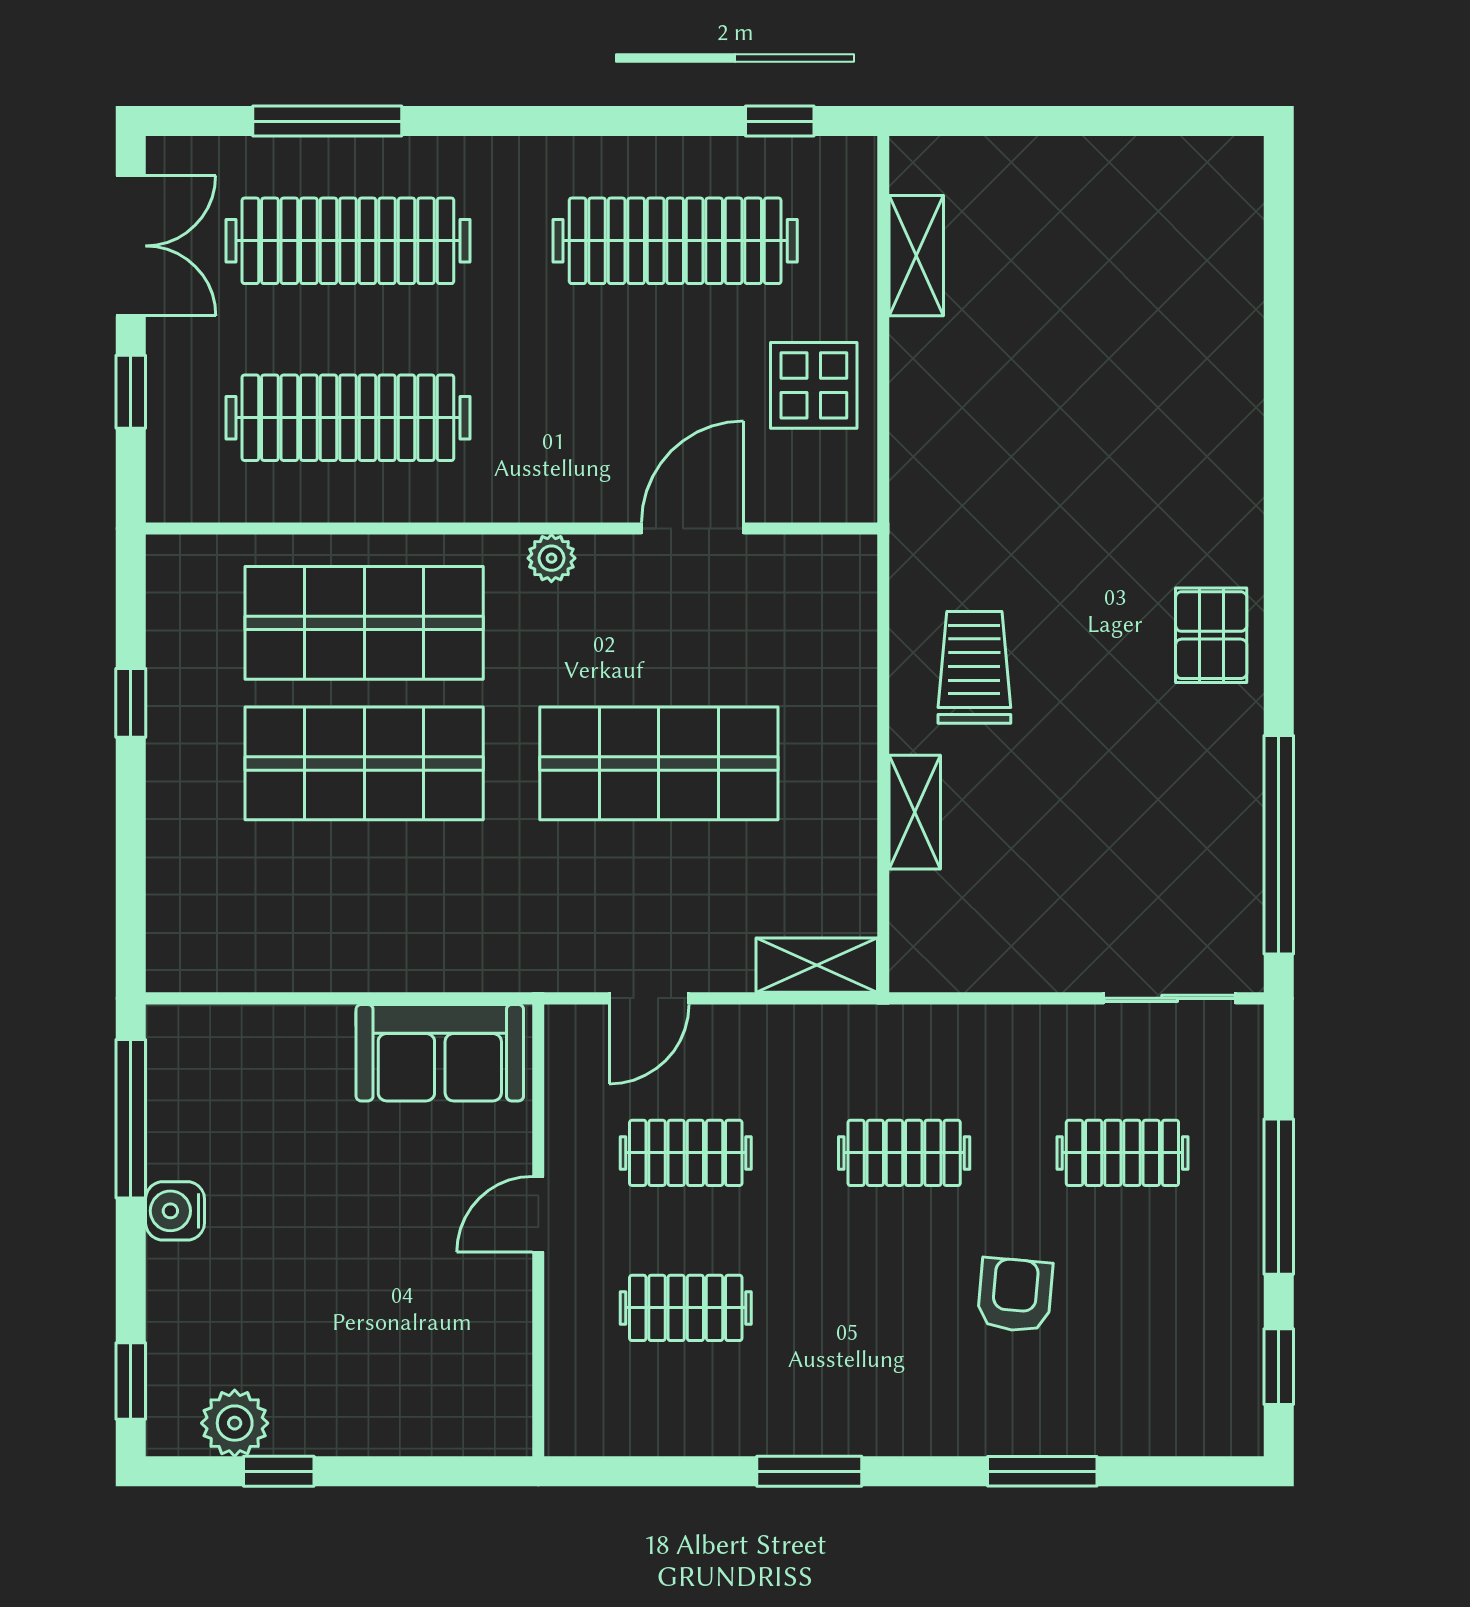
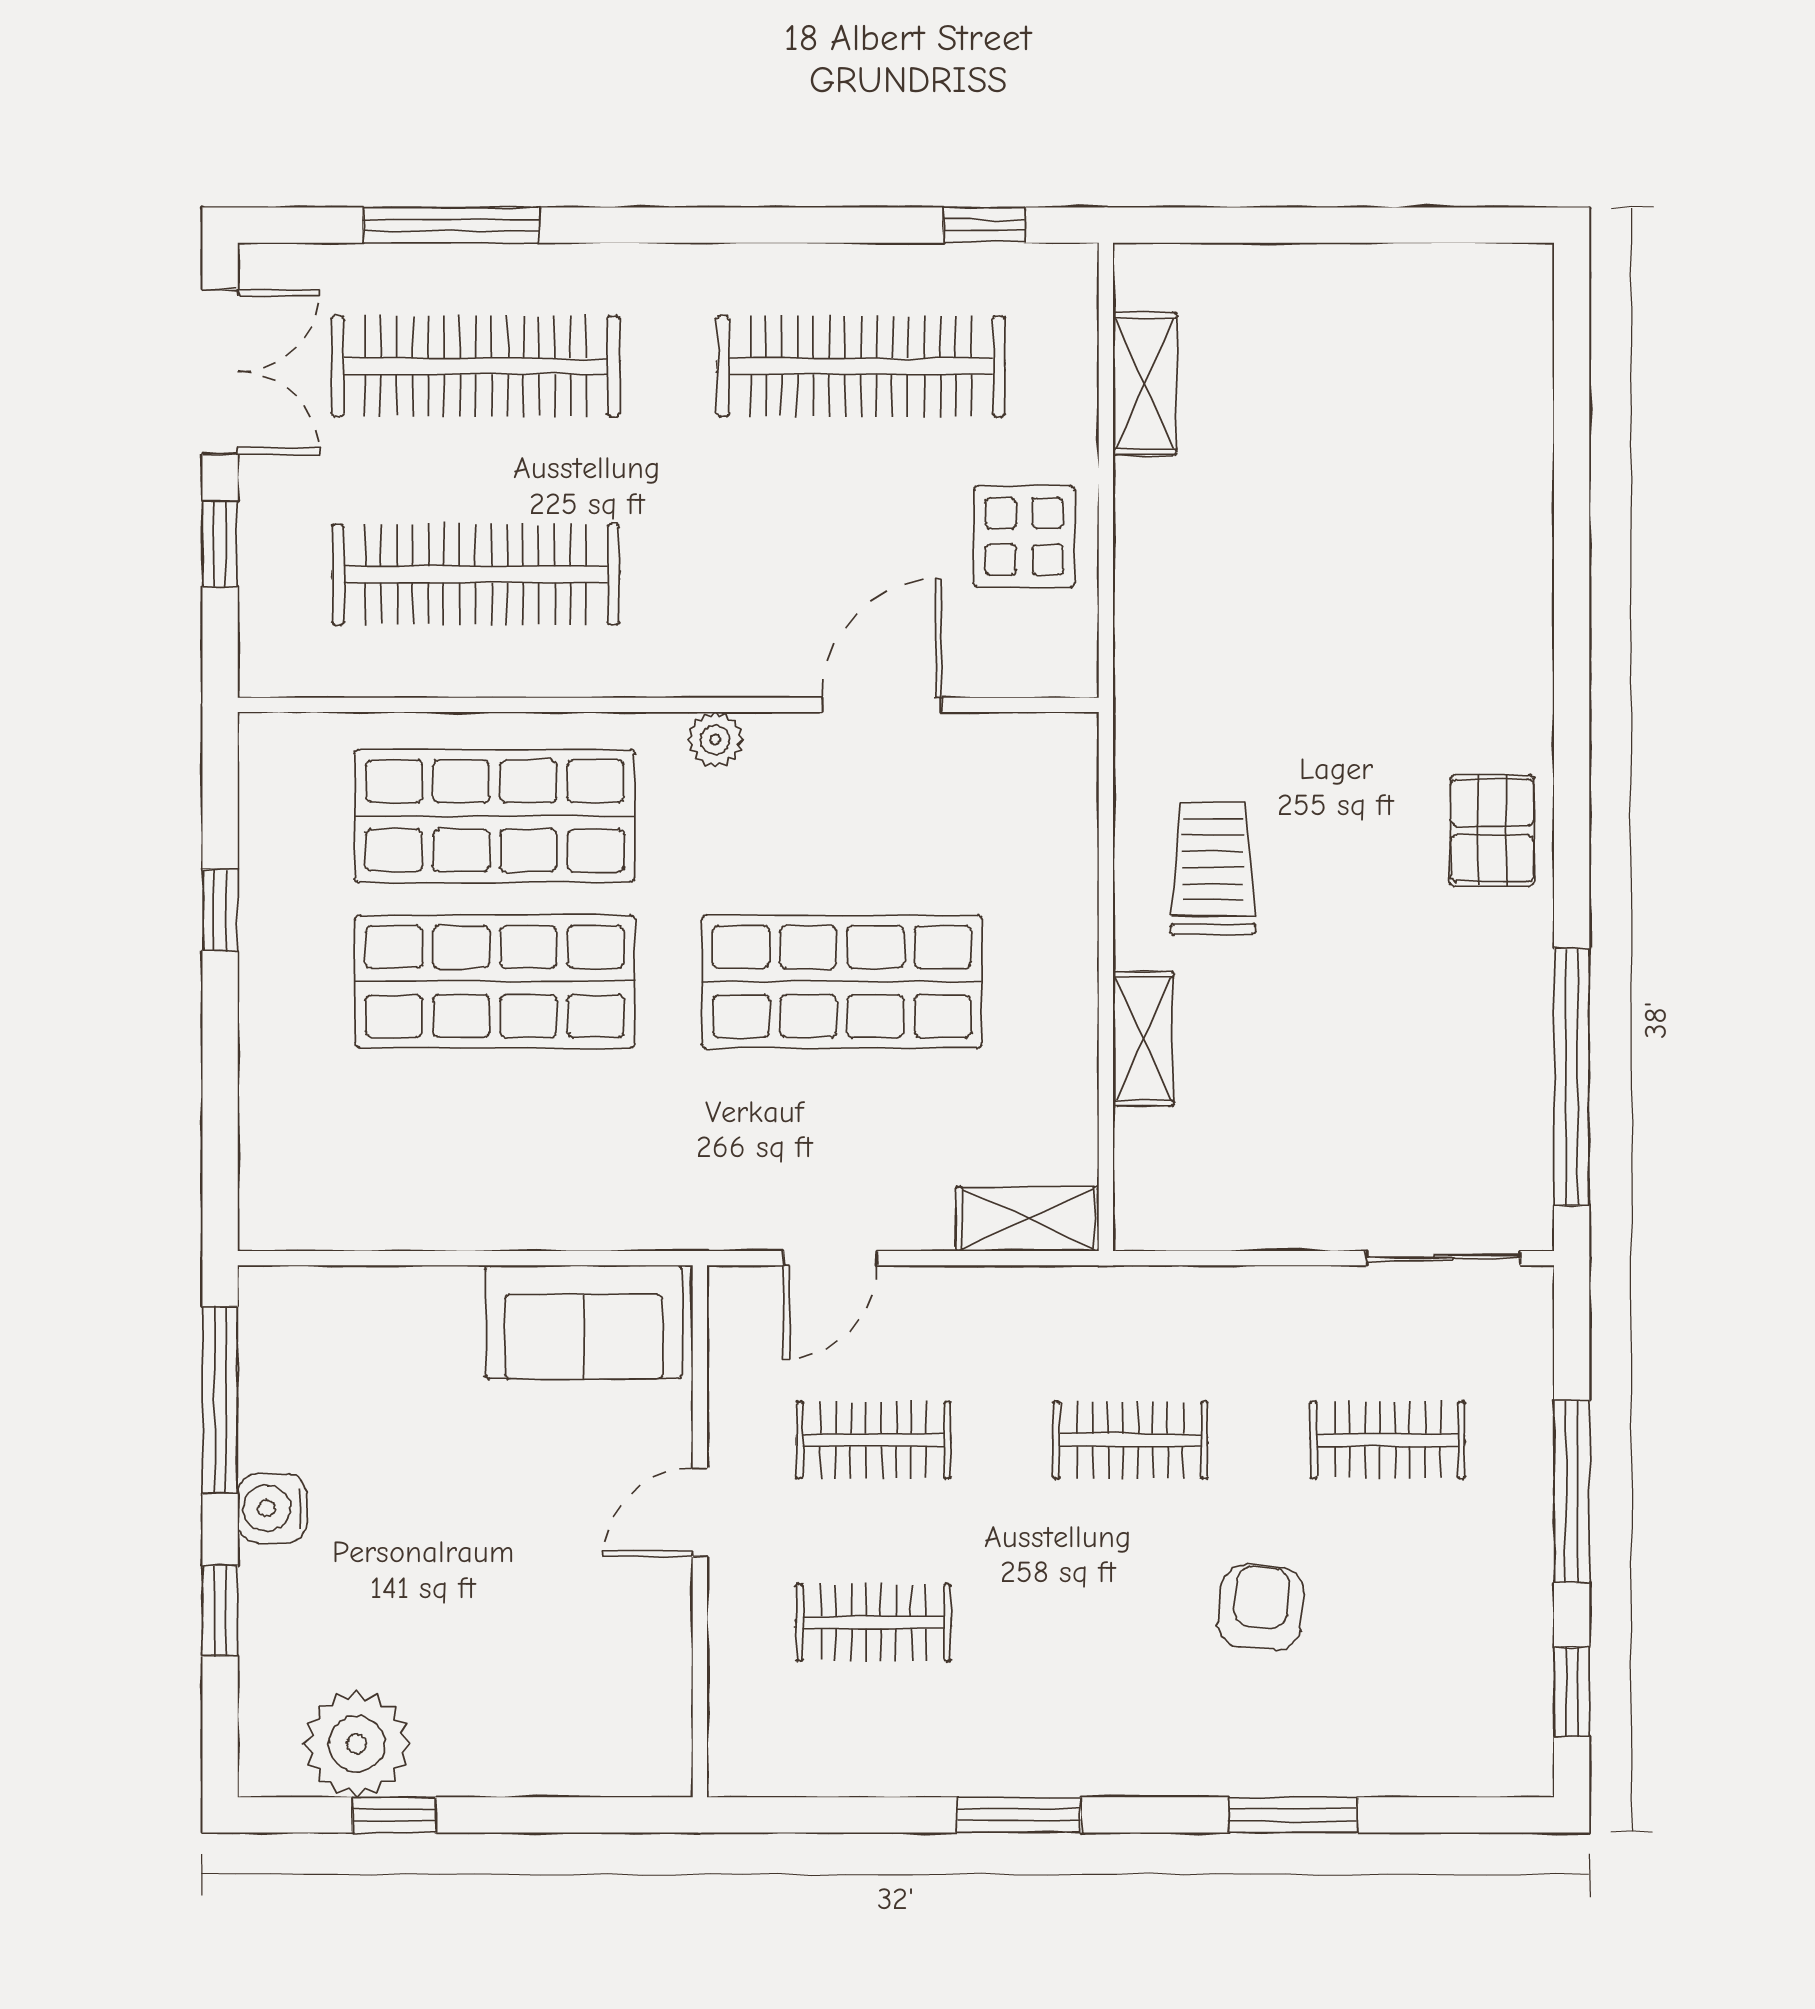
window: (131, 1381) -> (220, 1611), moved
plant: (235, 1423) -> (357, 1744), width x1.36, depth x1.36

